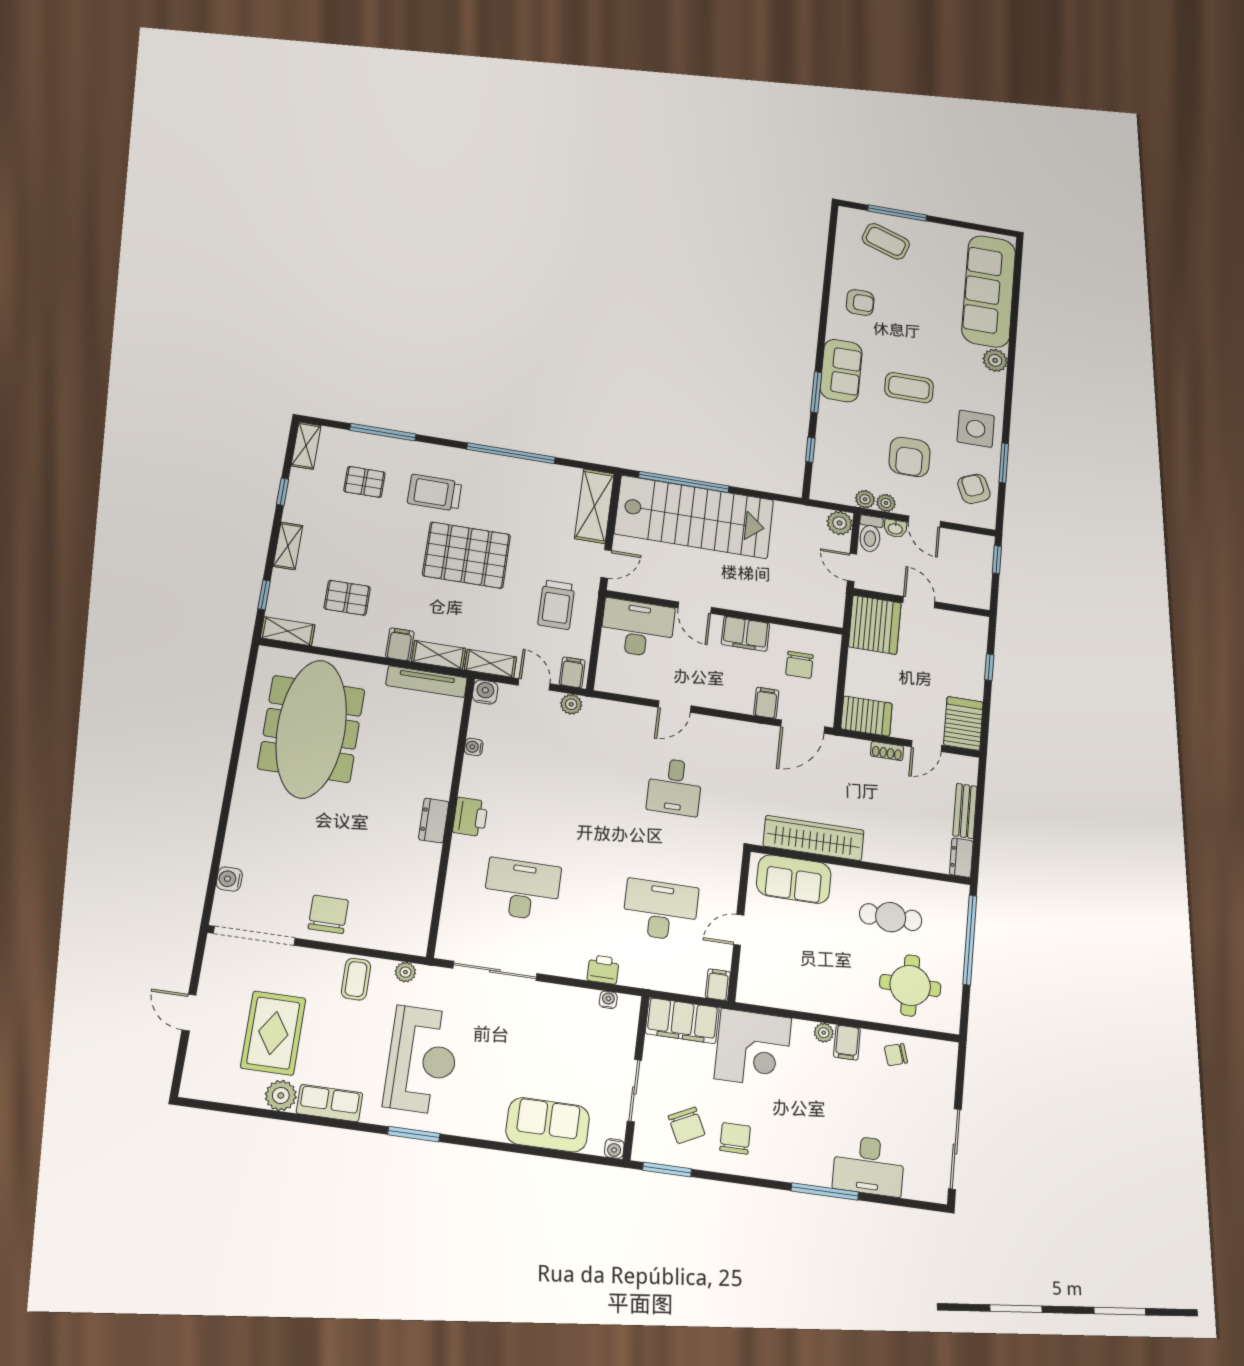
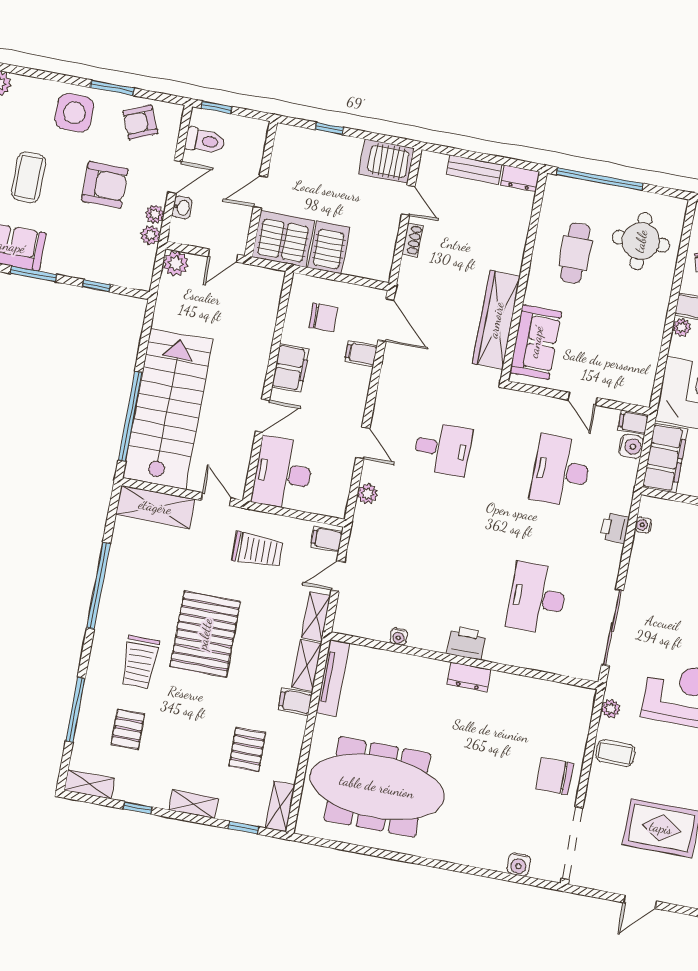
toilet: (870, 534) -> (205, 141), moved
water cooler: (485, 692) -> (631, 446), moved, turned 180
plant: (571, 704) -> (367, 494), moved
server rack: (867, 716) -> (329, 247), moved

